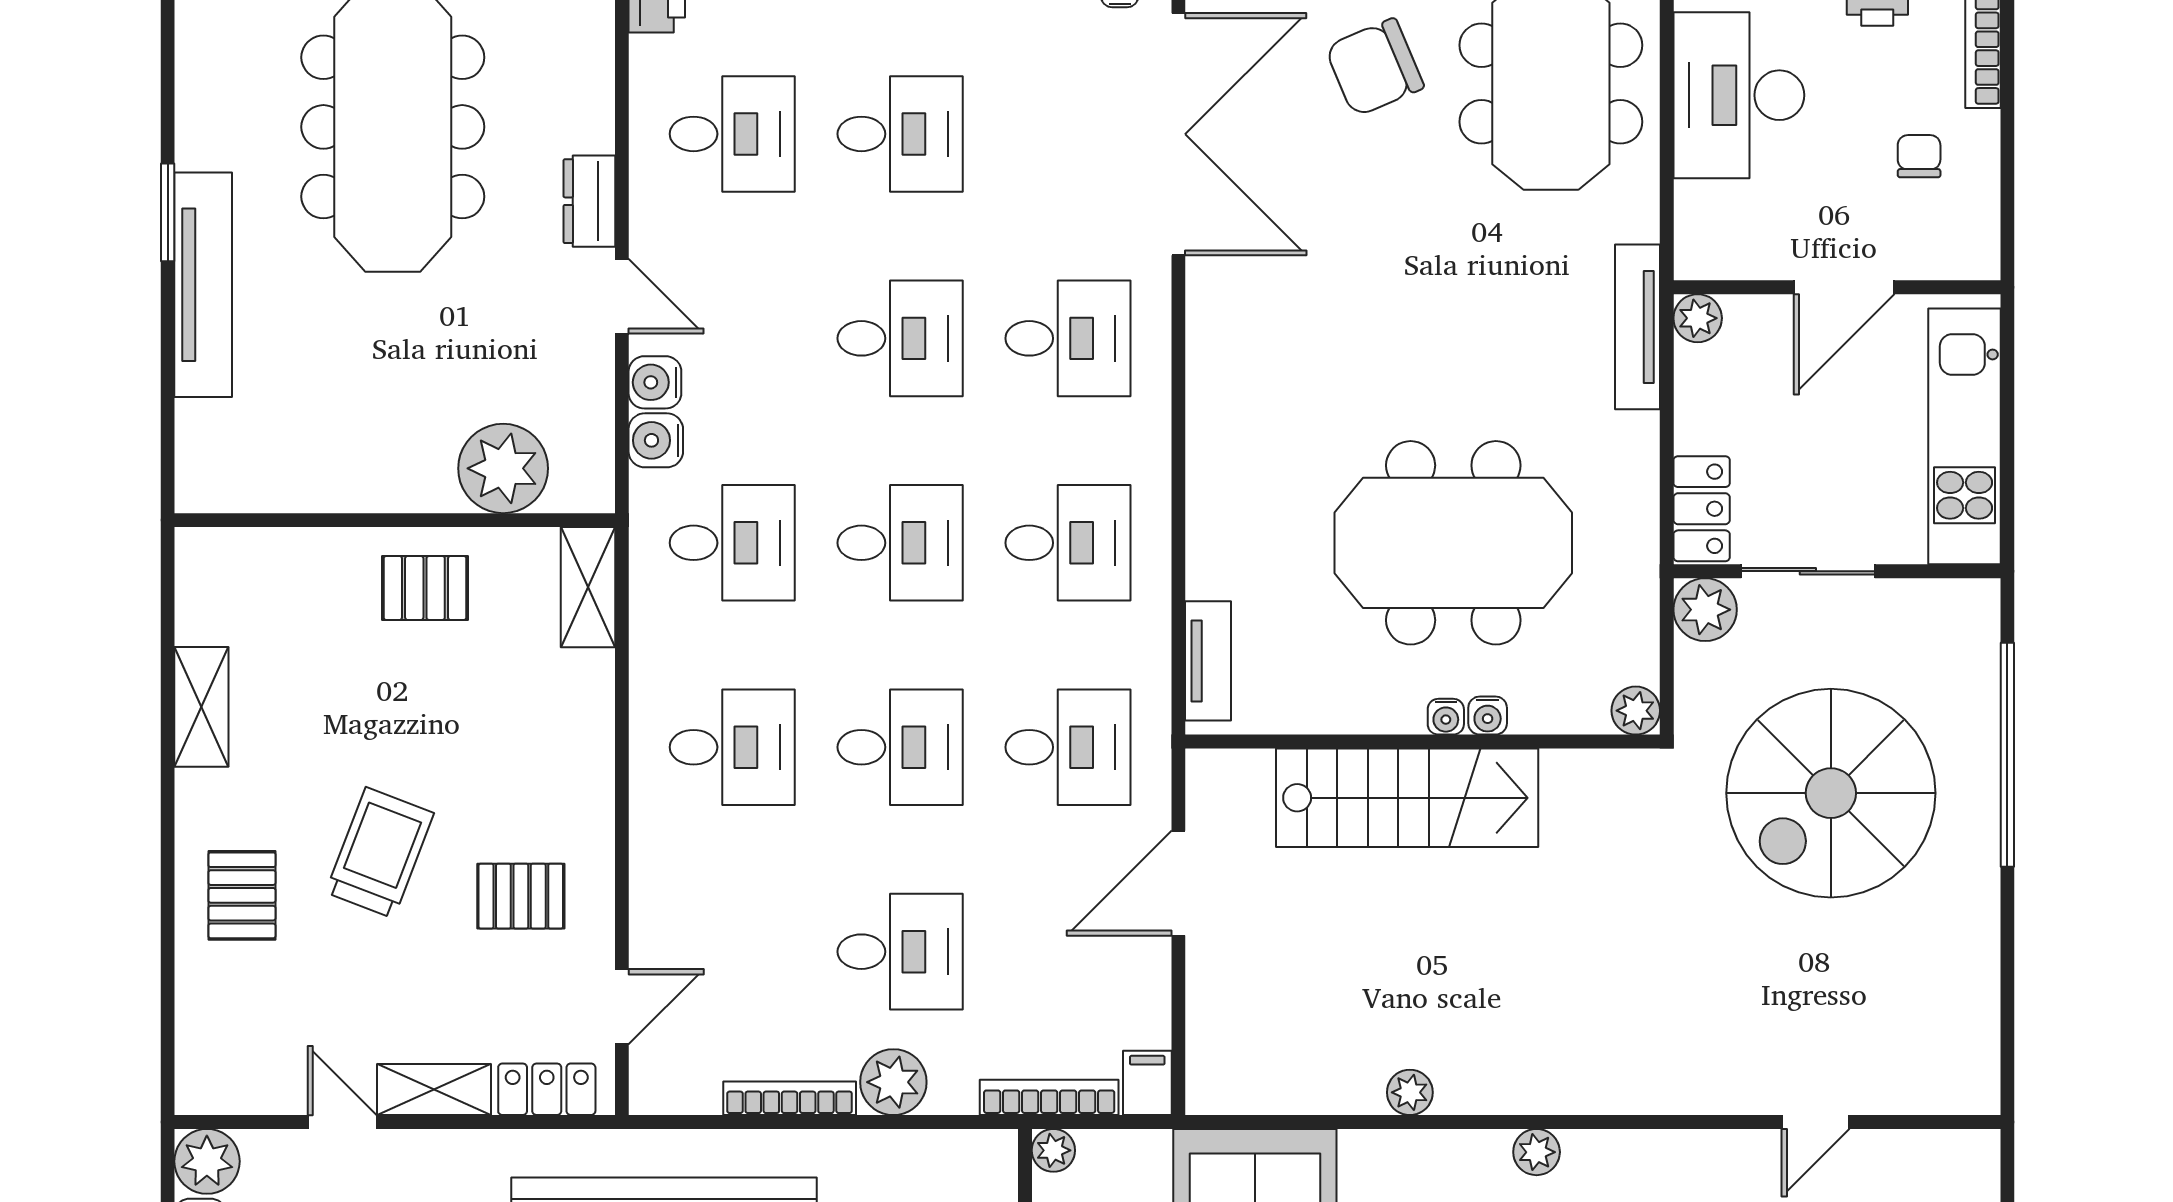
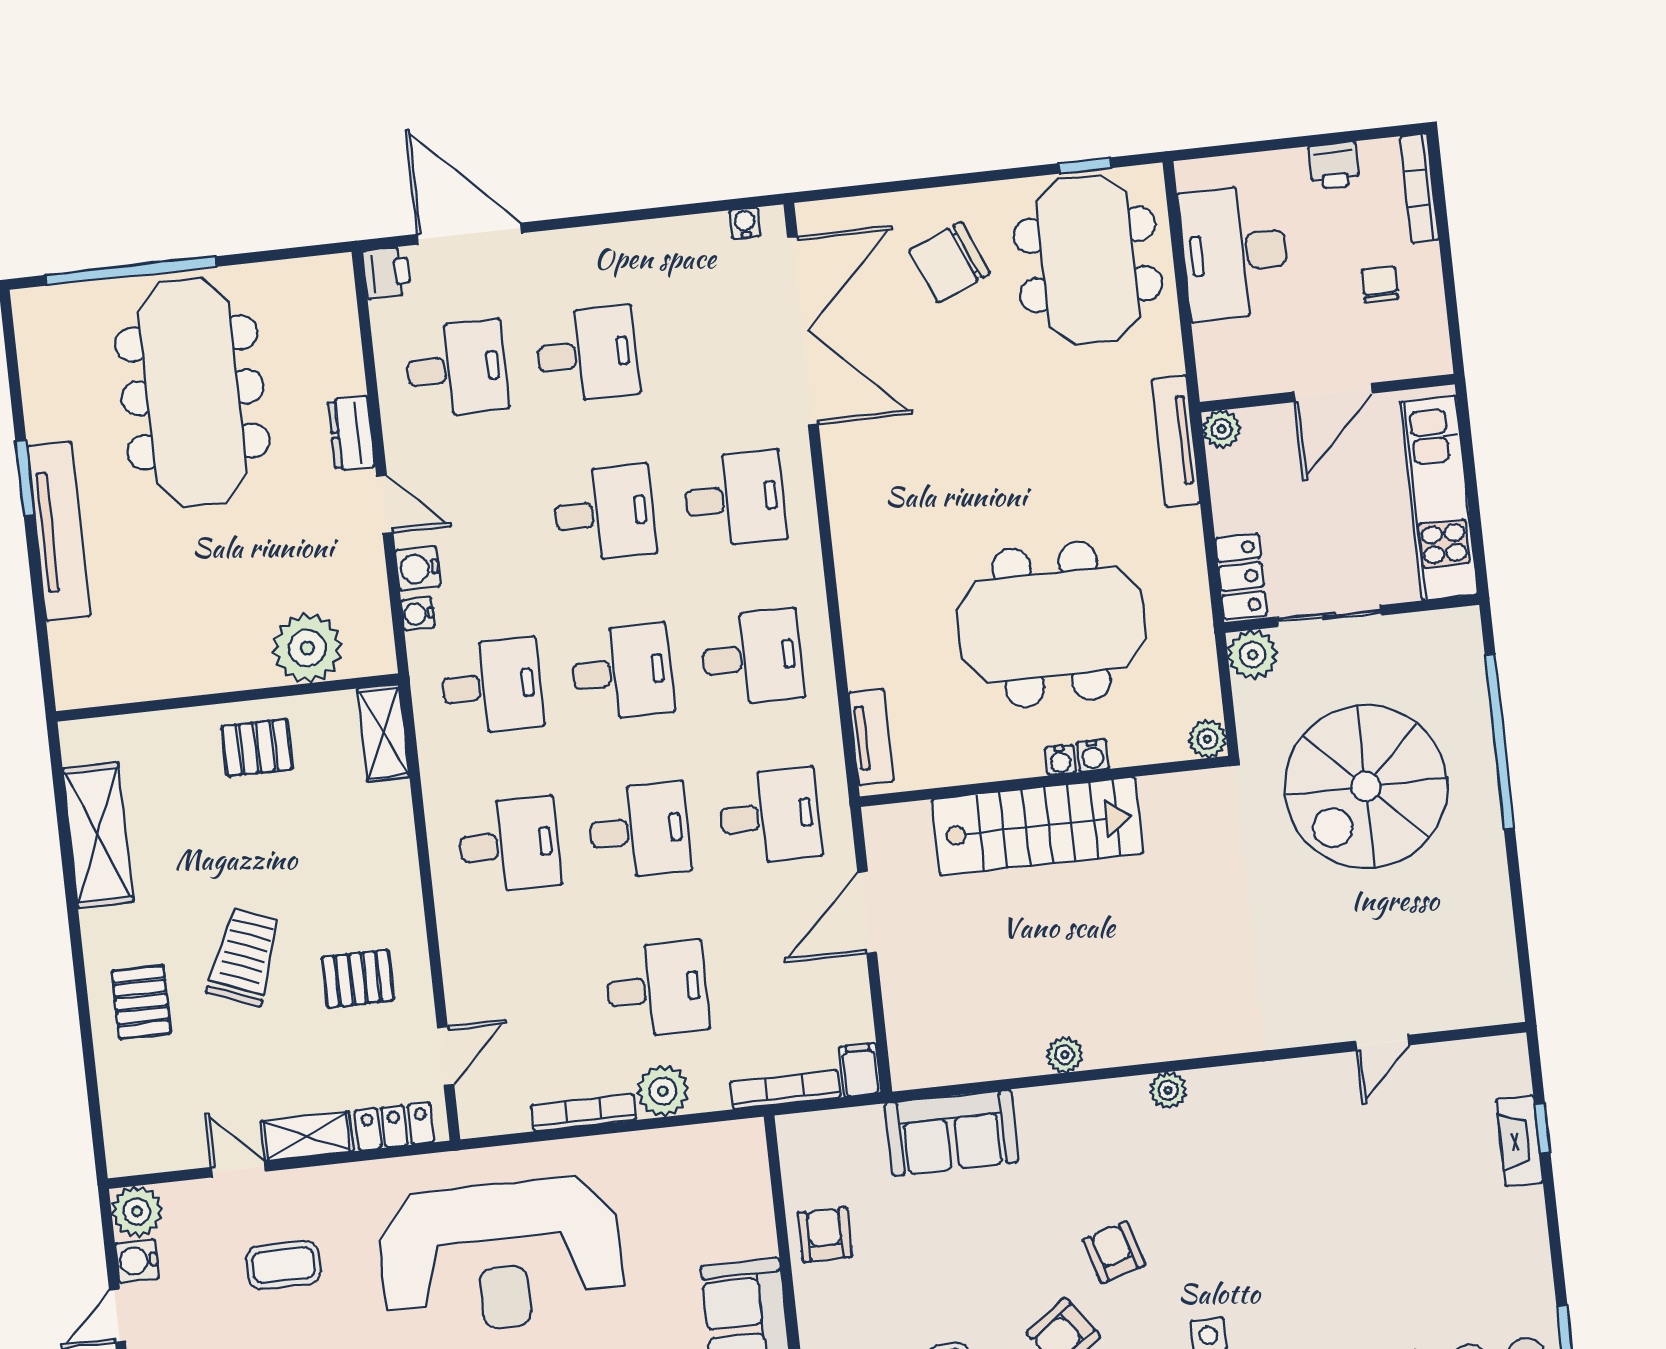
water cooler: (656, 440) -> (418, 614), width x0.72, depth x0.72
shelving: (201, 707) -> (98, 835), width x1.50, depth x1.33
plant: (1053, 1150) -> (793, 1130), removed

